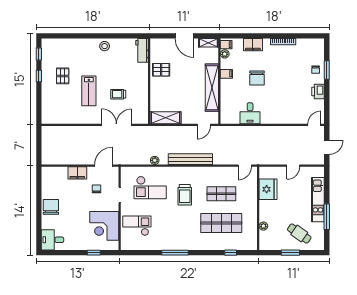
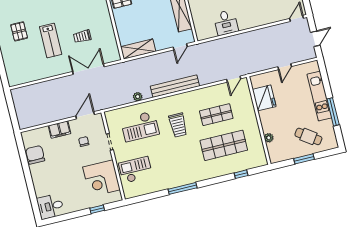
chair: (51, 207) -> (35, 155), moved

